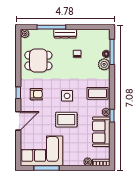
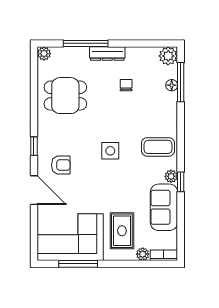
plant: (104, 64) -> (168, 56), moved
armchair: (36, 94) -> (61, 165), moved
rug: (66, 120) -> (122, 231), moved, turned 90
door: (18, 121) -> (34, 190), hinge flipped

